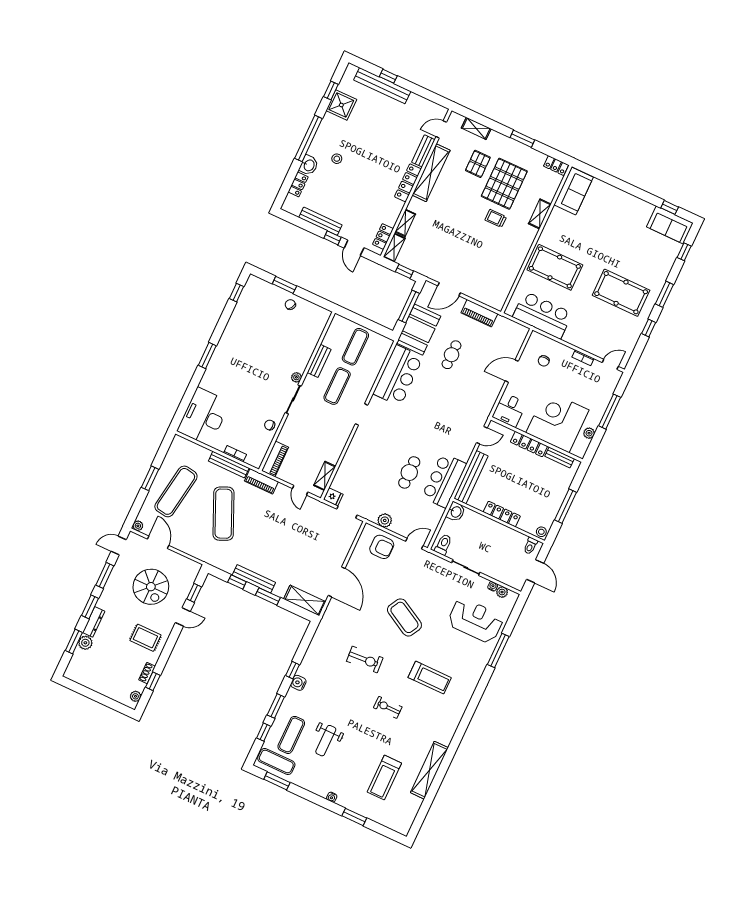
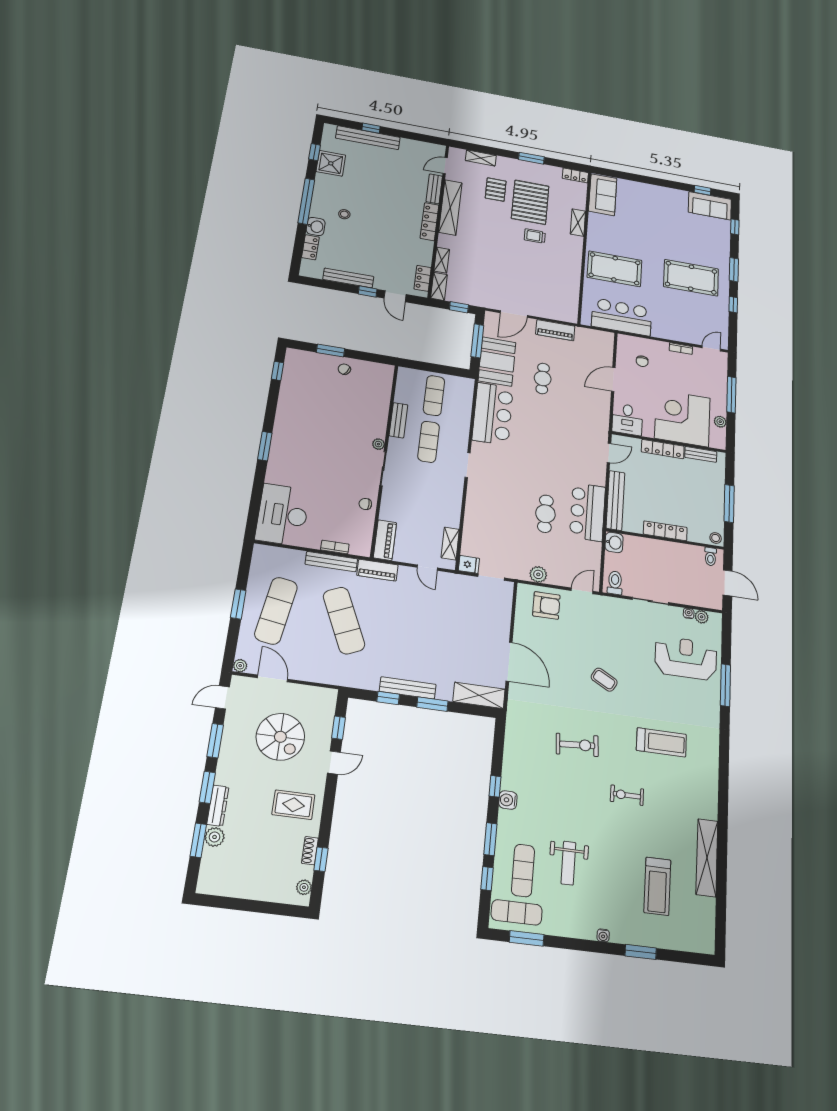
coffee table: (404, 617) -> (604, 680), width x0.54, depth x0.58

